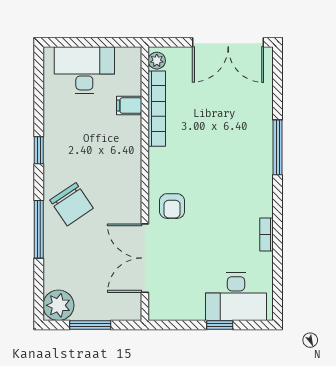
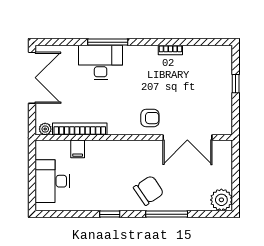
desk: (236, 297) -> (101, 62), moved, turned -90
window: (90, 325) -> (236, 177), removed

